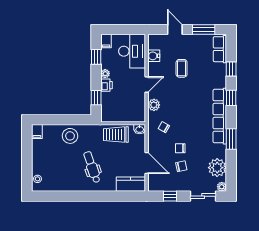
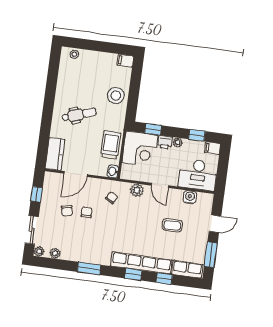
corner desk: (116, 107) -> (140, 149), added
row of seats: (220, 116) -> (141, 263), moved
plant: (217, 168) -> (55, 253), width x0.53, depth x0.53

